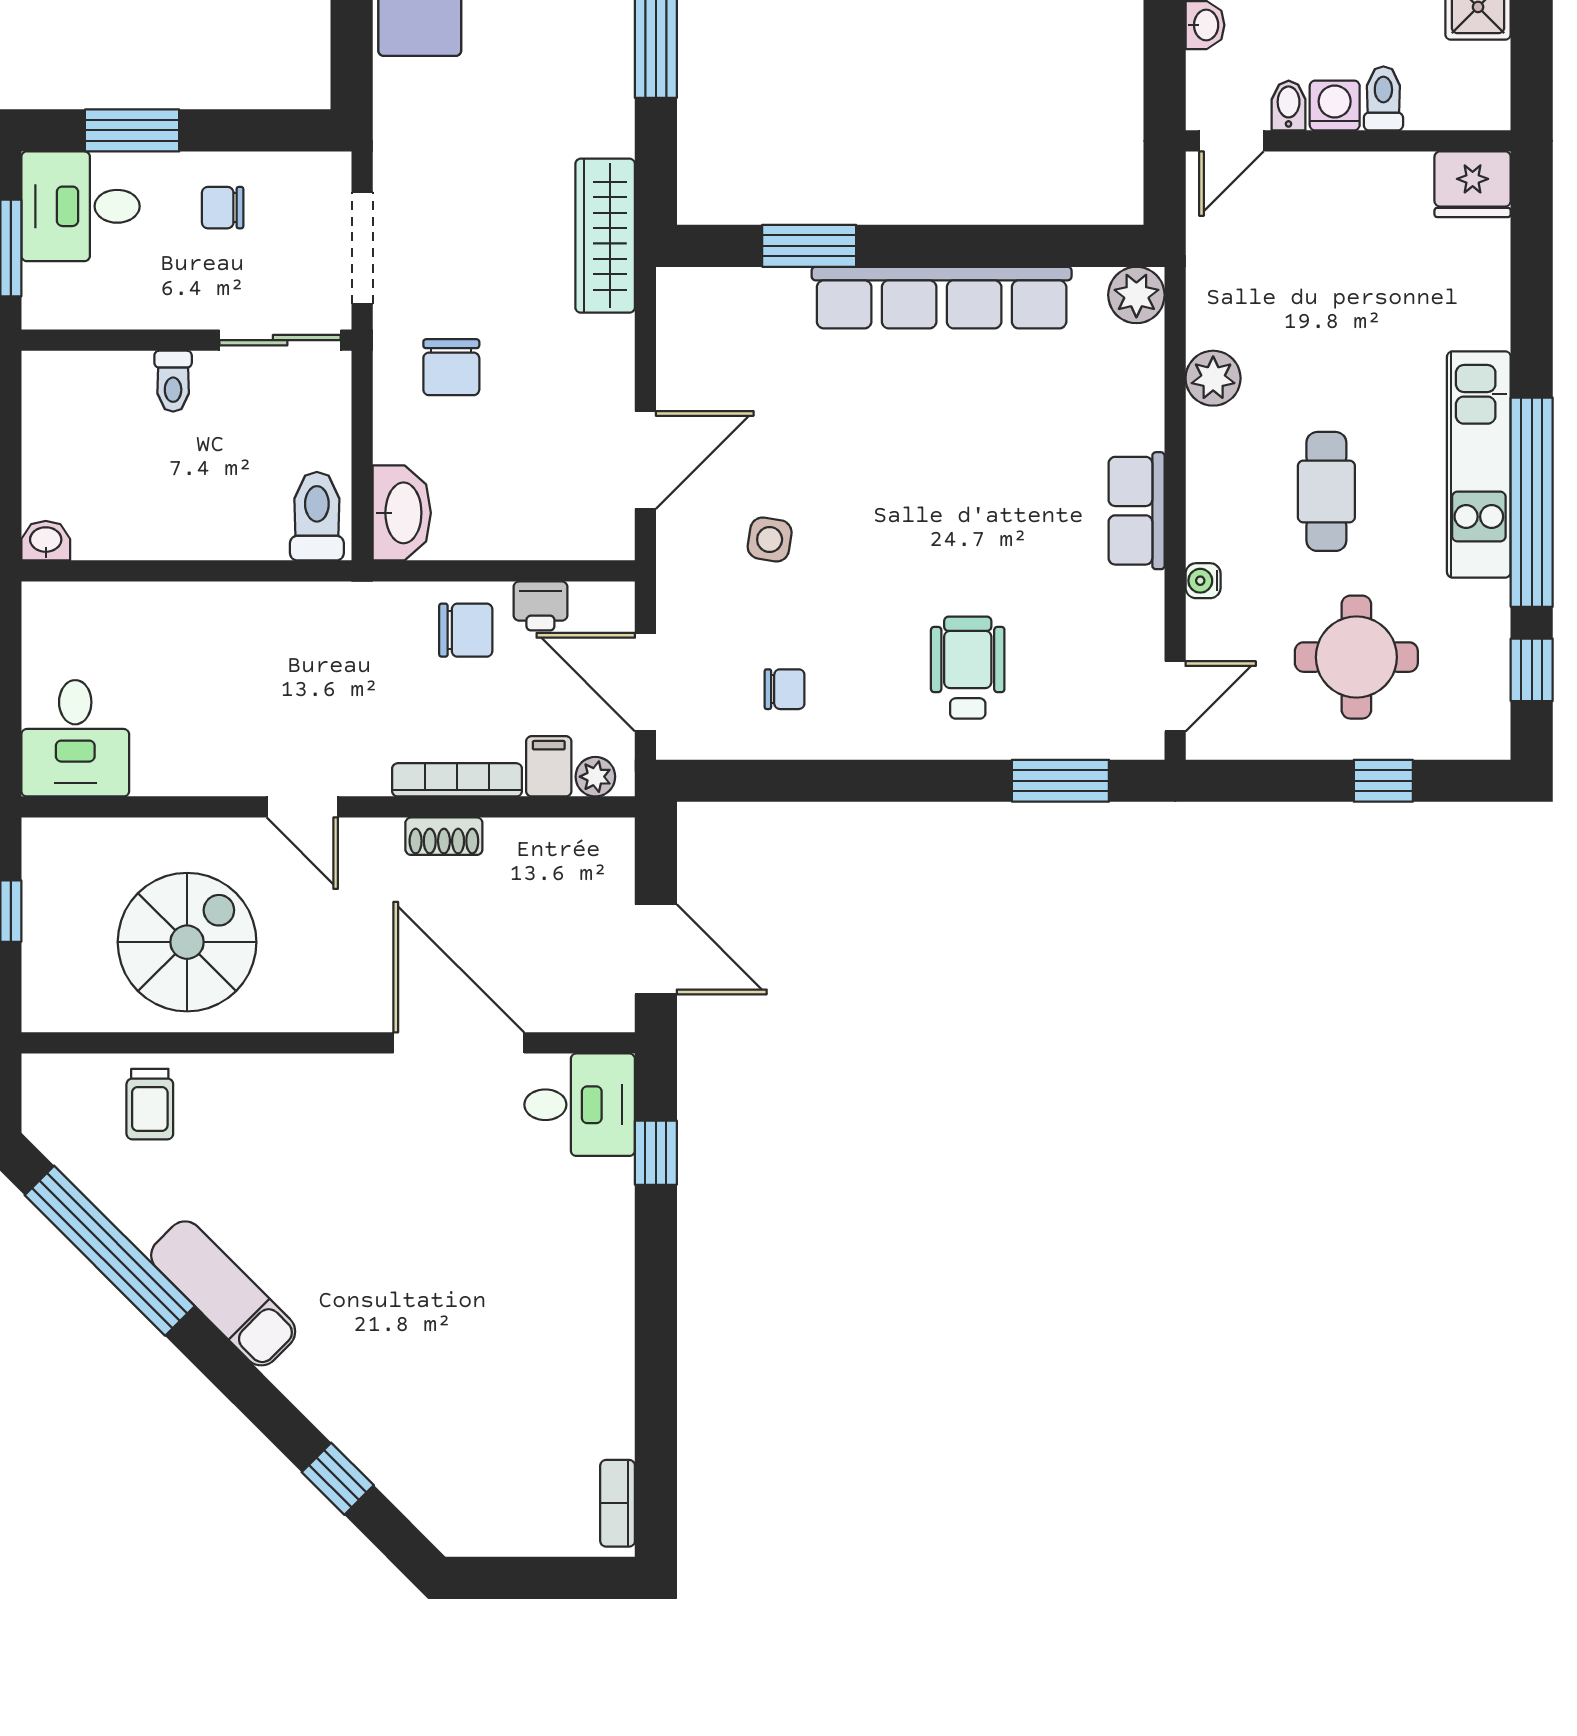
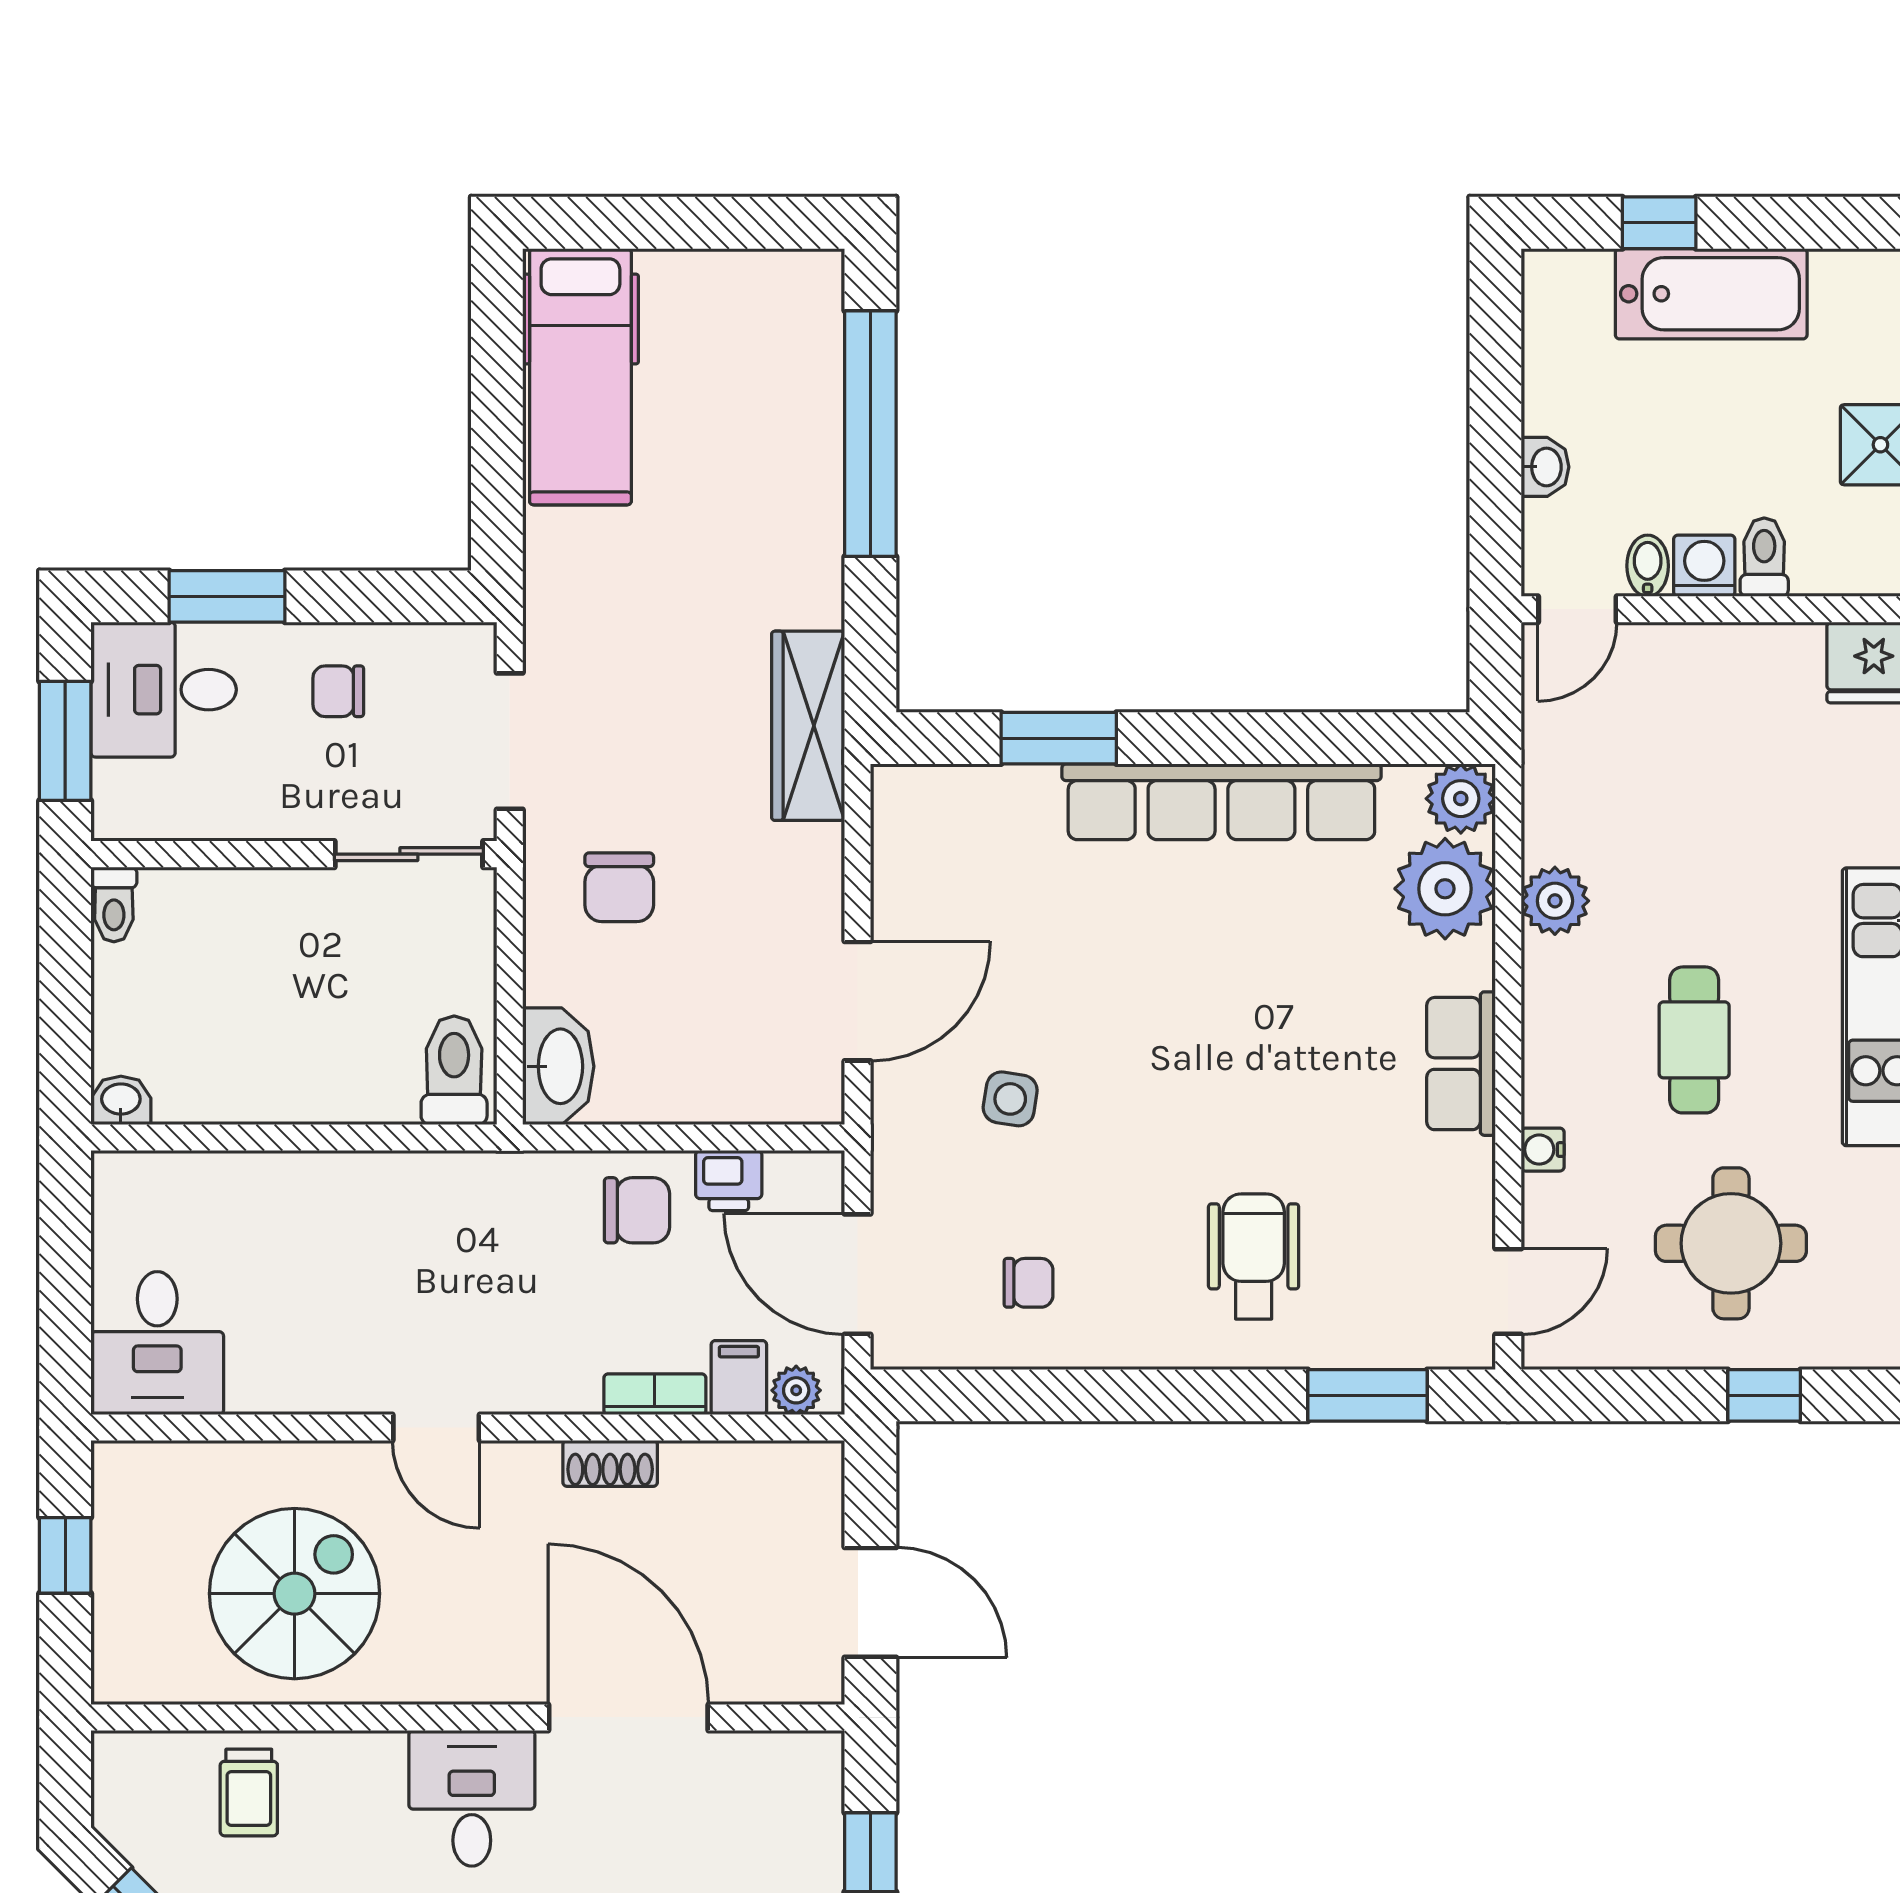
plant: (1124, 368) -> (1445, 889), added
toilet: (173, 381) -> (114, 904), moved
bookcase: (457, 780) -> (655, 1394), width x0.64
desk: (580, 1105) -> (472, 1798), moved, turned -90

